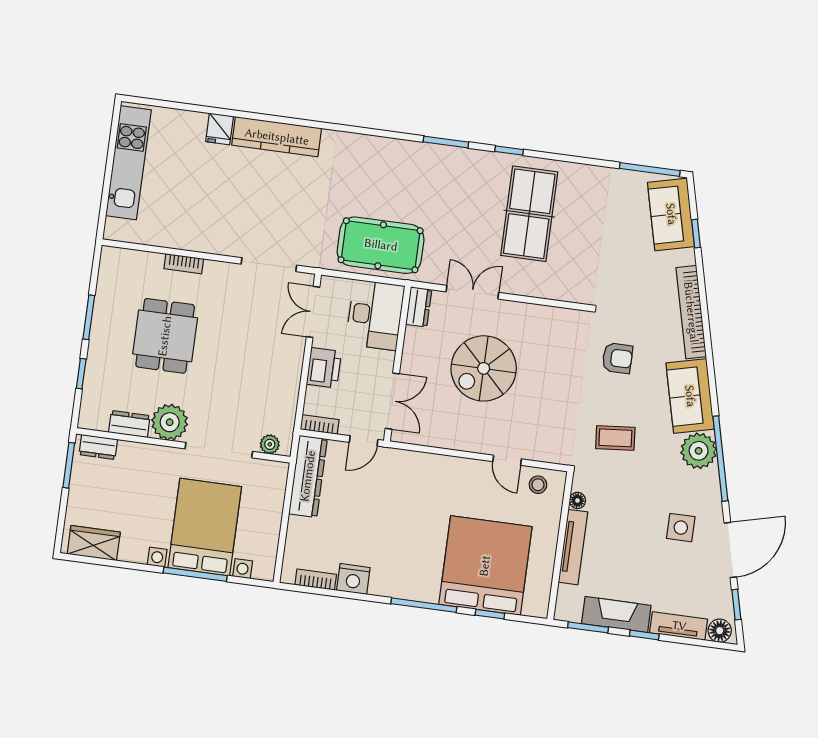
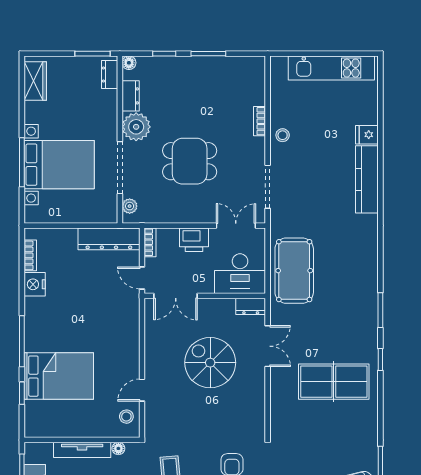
stool: (206, 237) -> (283, 135), added
dining table: (165, 336) -> (190, 161), moved
floor lamp: (87, 420) -> (129, 63), added
bed: (485, 566) -> (59, 376), width x0.73

